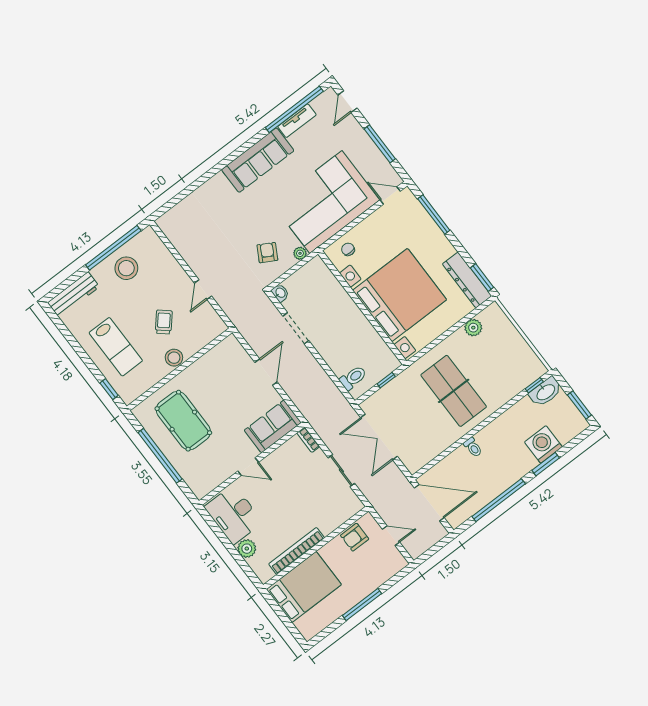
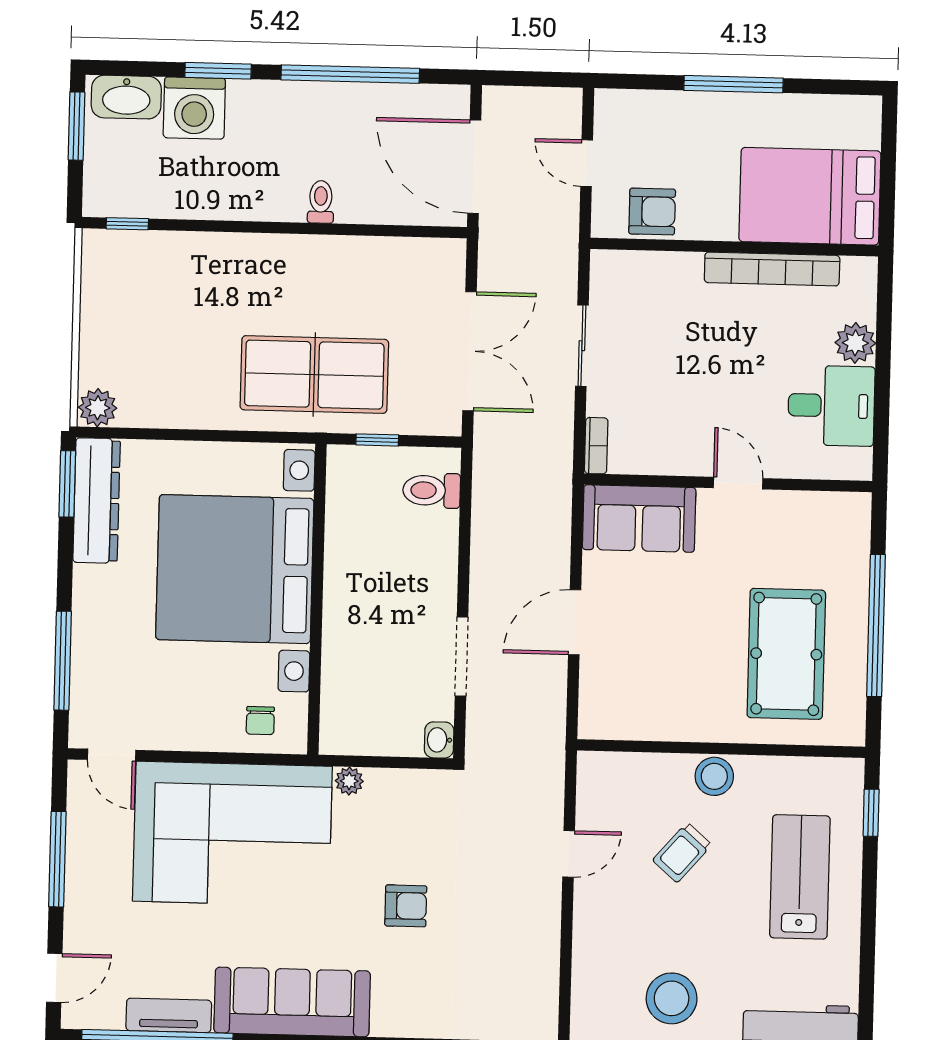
armchair: (267, 253) -> (406, 906), moved, turned -119
plant: (473, 328) -> (98, 408), moved
table tennis table: (454, 391) -> (314, 375), moved, turned 90
washbasin: (545, 392) -> (126, 97), moved, turned 180
desk: (233, 515) -> (831, 406), width x0.73

